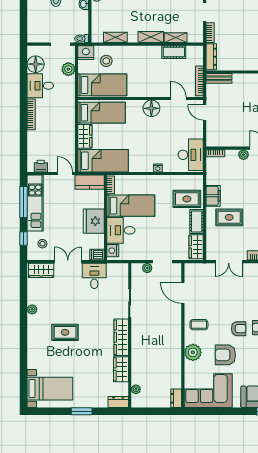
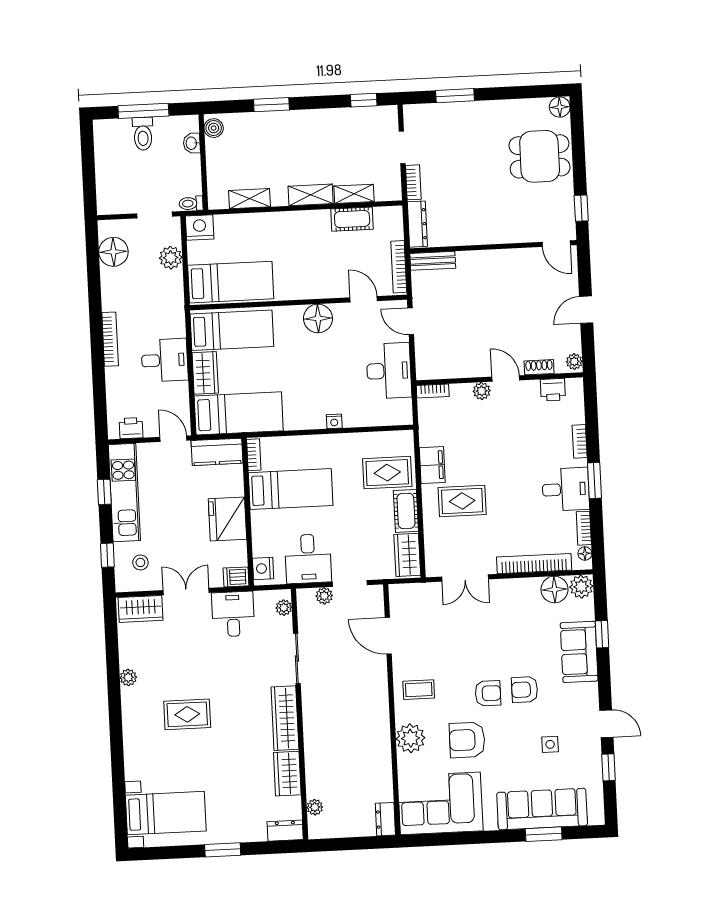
stool: (106, 61) -> (236, 240), removed
desk: (40, 86) -> (165, 360), moved, turned 180
desk: (191, 155) -> (389, 371), moved
window: (24, 202) -> (104, 492), width x0.46
desk: (121, 230) -> (308, 559), moved, turned -90
plant: (124, 274) -> (284, 608), added

